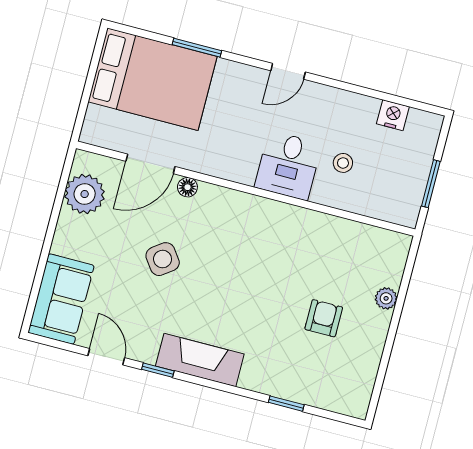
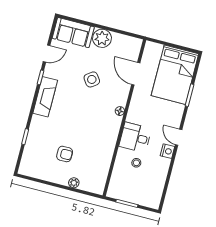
nightstand: (393, 115) -> (167, 151), moved
floor lamp: (187, 187) -> (120, 111), moved
plant: (85, 194) -> (102, 38), moved

